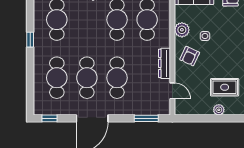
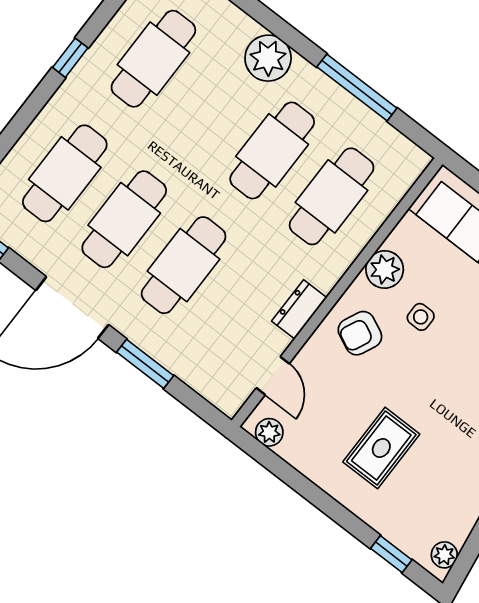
dresser: (165, 63) -> (299, 309), width x0.70
rug: (225, 87) -> (381, 448), turned 90
plant: (219, 110) -> (269, 432), moved
window: (146, 118) -> (145, 364), moved

